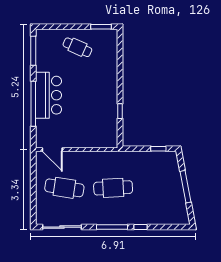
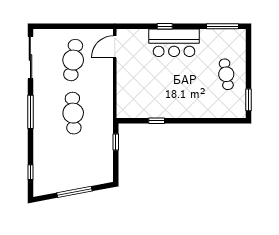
cafe table: (77, 47) -> (226, 74), turned -33
window: (33, 104) -> (165, 26), width x0.32
window: (158, 149) -> (116, 142), moved
window: (141, 227) -> (30, 172), moved

